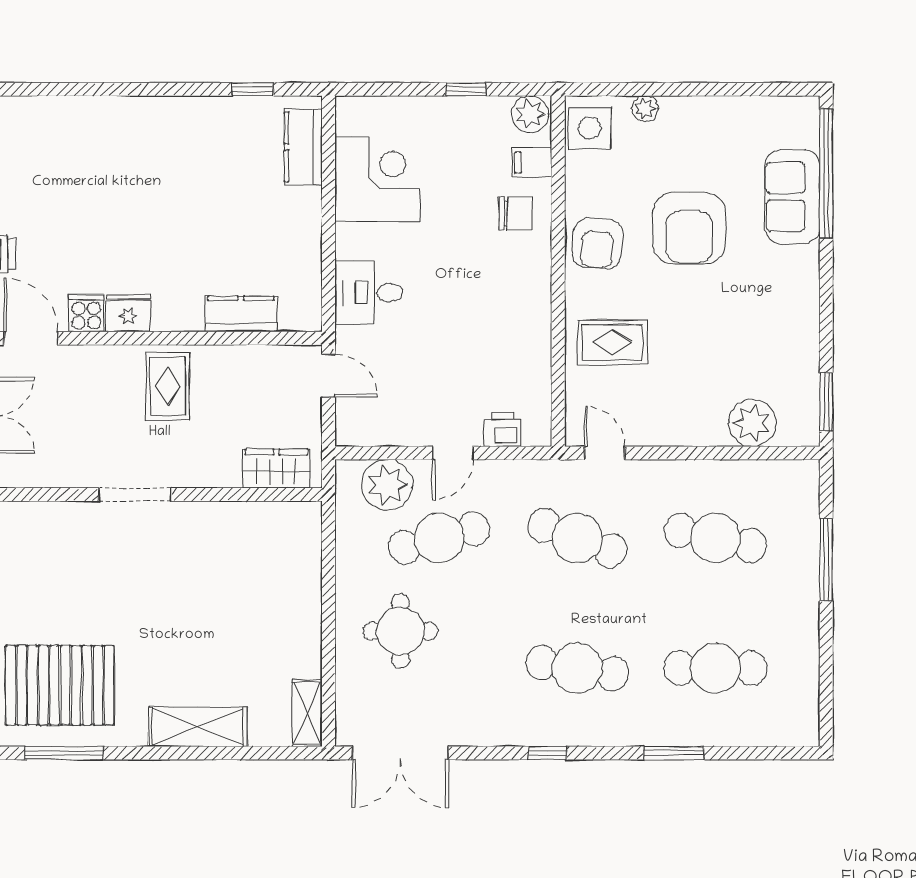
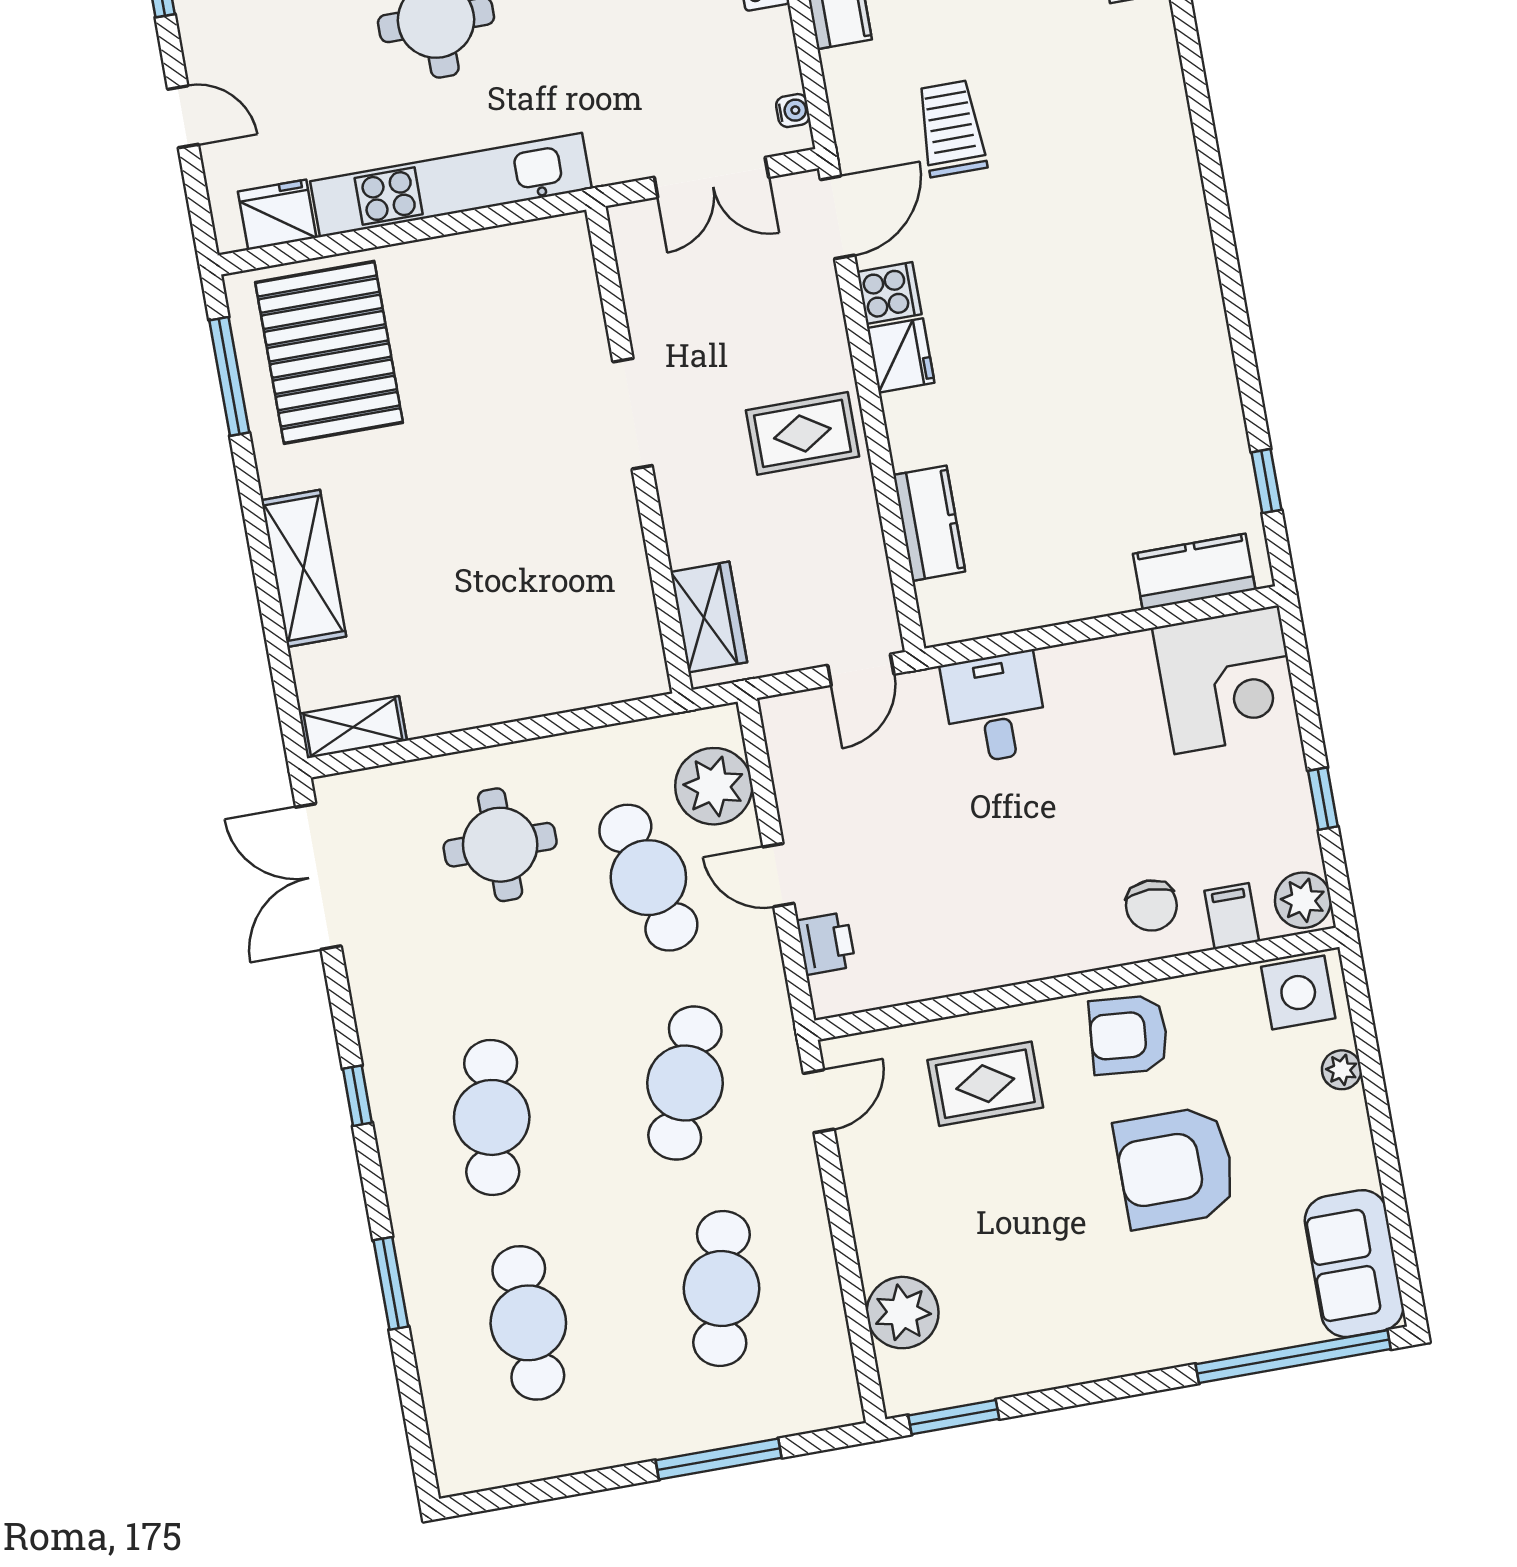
corner desk: (377, 179) -> (1227, 680), moved
sofa: (792, 197) -> (1354, 1264), moved, turned -90
rug: (613, 342) -> (985, 1084), turned 90

